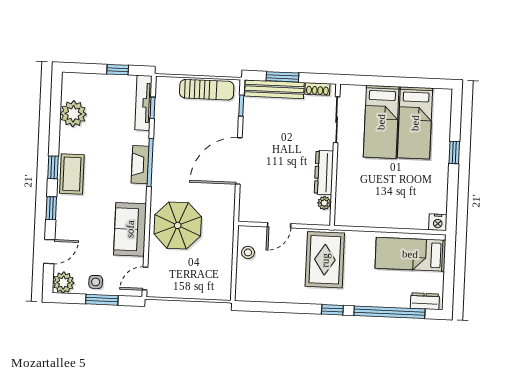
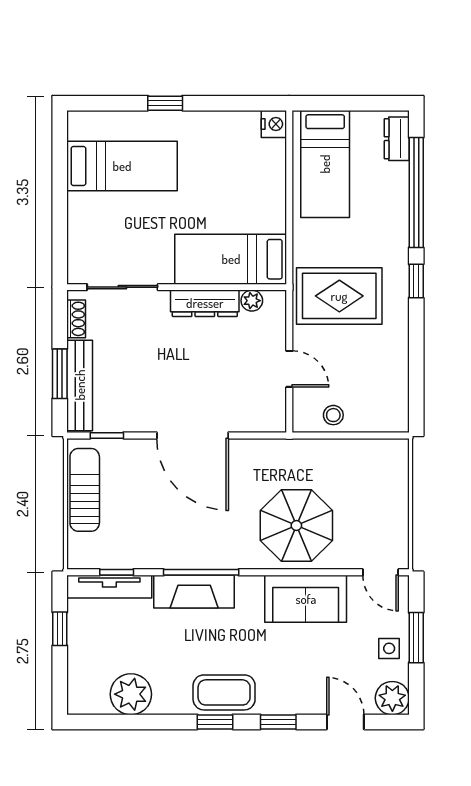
bed: (381, 122) -> (231, 259), moved, turned 180
fireplace: (140, 165) -> (194, 592), width x1.37, depth x1.32

